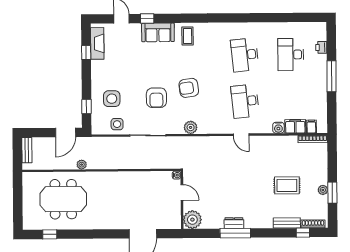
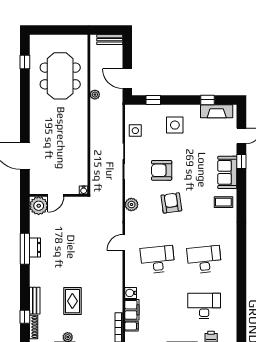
side table: (112, 99) -> (175, 125), moved
door: (241, 135) -> (124, 242), moved
door: (182, 192) -> (56, 195), moved

